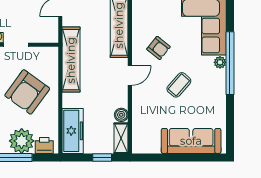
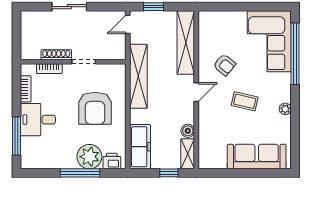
plant: (220, 62) -> (285, 109), moved
window: (230, 63) -> (295, 54), moved
coffee table: (179, 85) -> (245, 101), turned 62
armchair: (27, 92) -> (95, 108), turned -36

